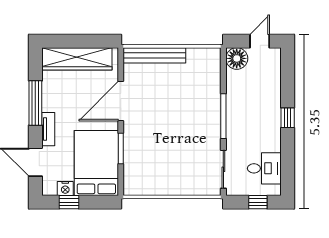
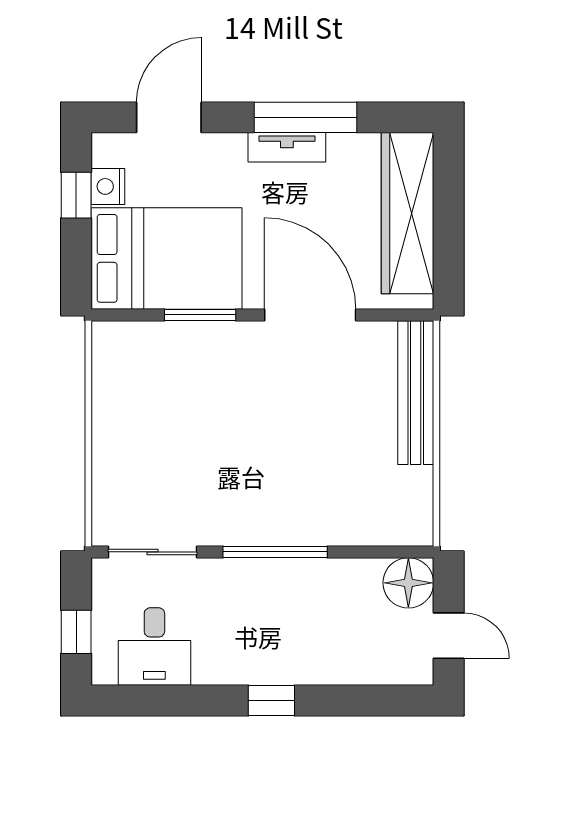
tv unit: (48, 129) -> (287, 147), moved

